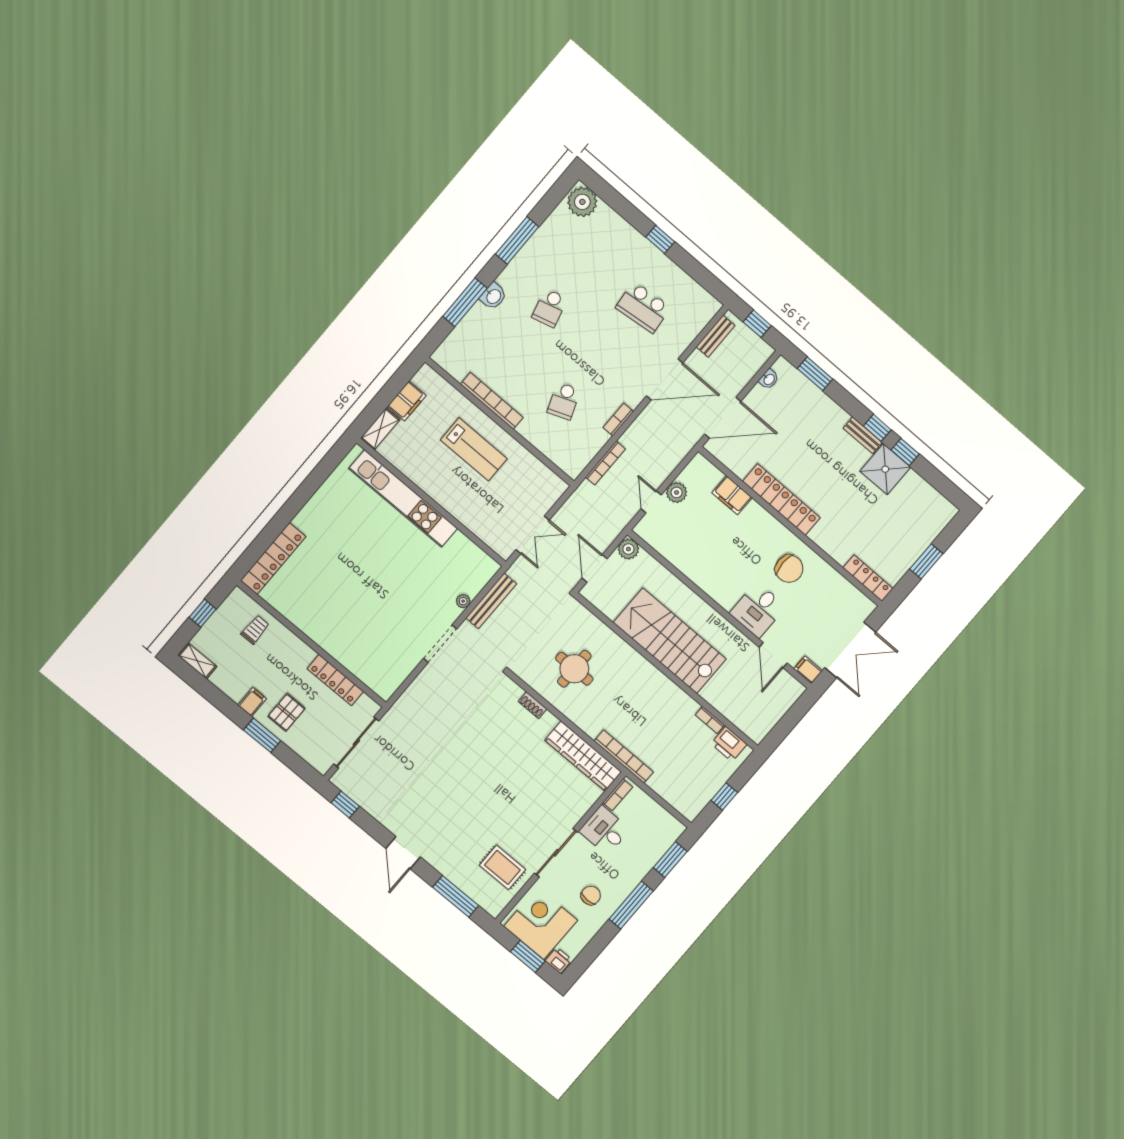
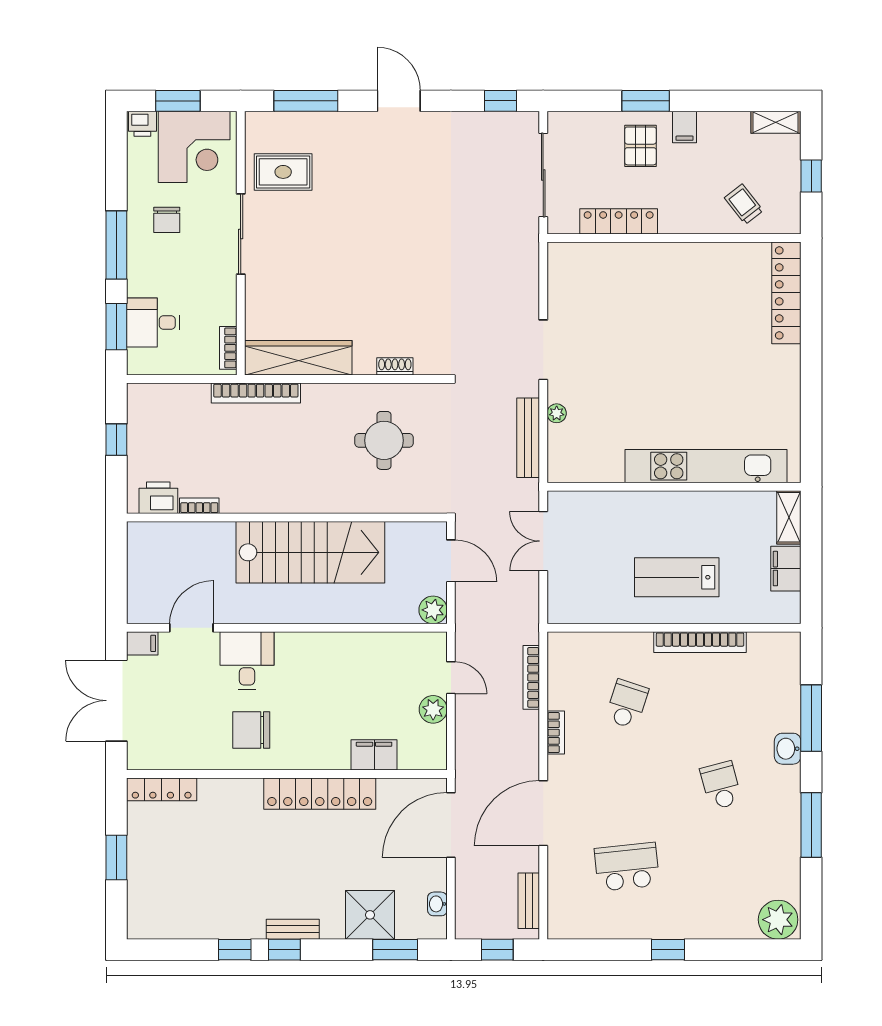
school desk: (564, 401) -> (627, 704), turned 39
shower: (885, 469) -> (370, 915), moved
trolley: (255, 630) -> (744, 204), turned 142
door: (773, 655) -> (191, 628), hinge flipped
desk: (605, 830) -> (153, 322), moved, turned 180

